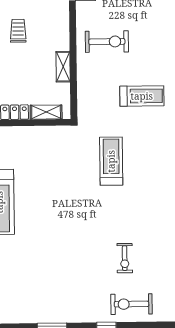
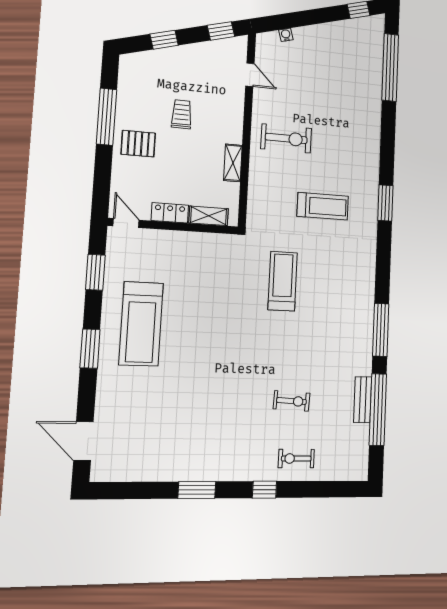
exercise bike: (125, 258) -> (292, 401), turned -87
exercise bike: (131, 304) -> (296, 459), width x0.73, depth x0.72

